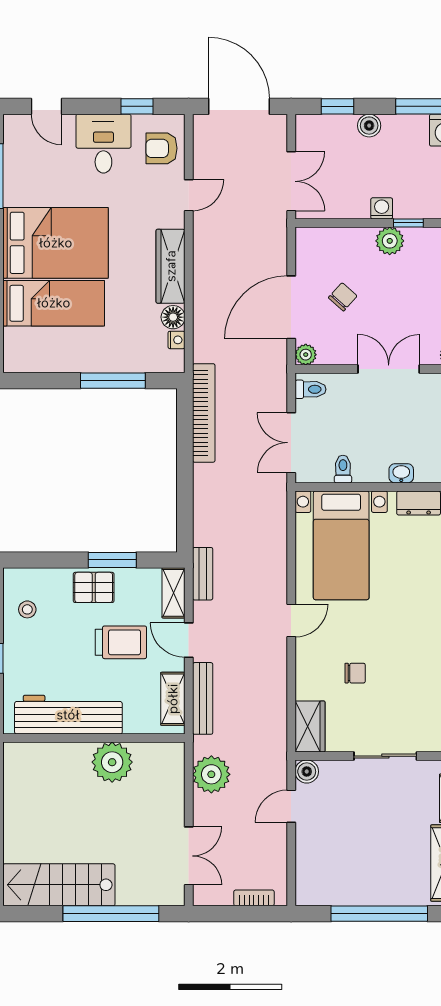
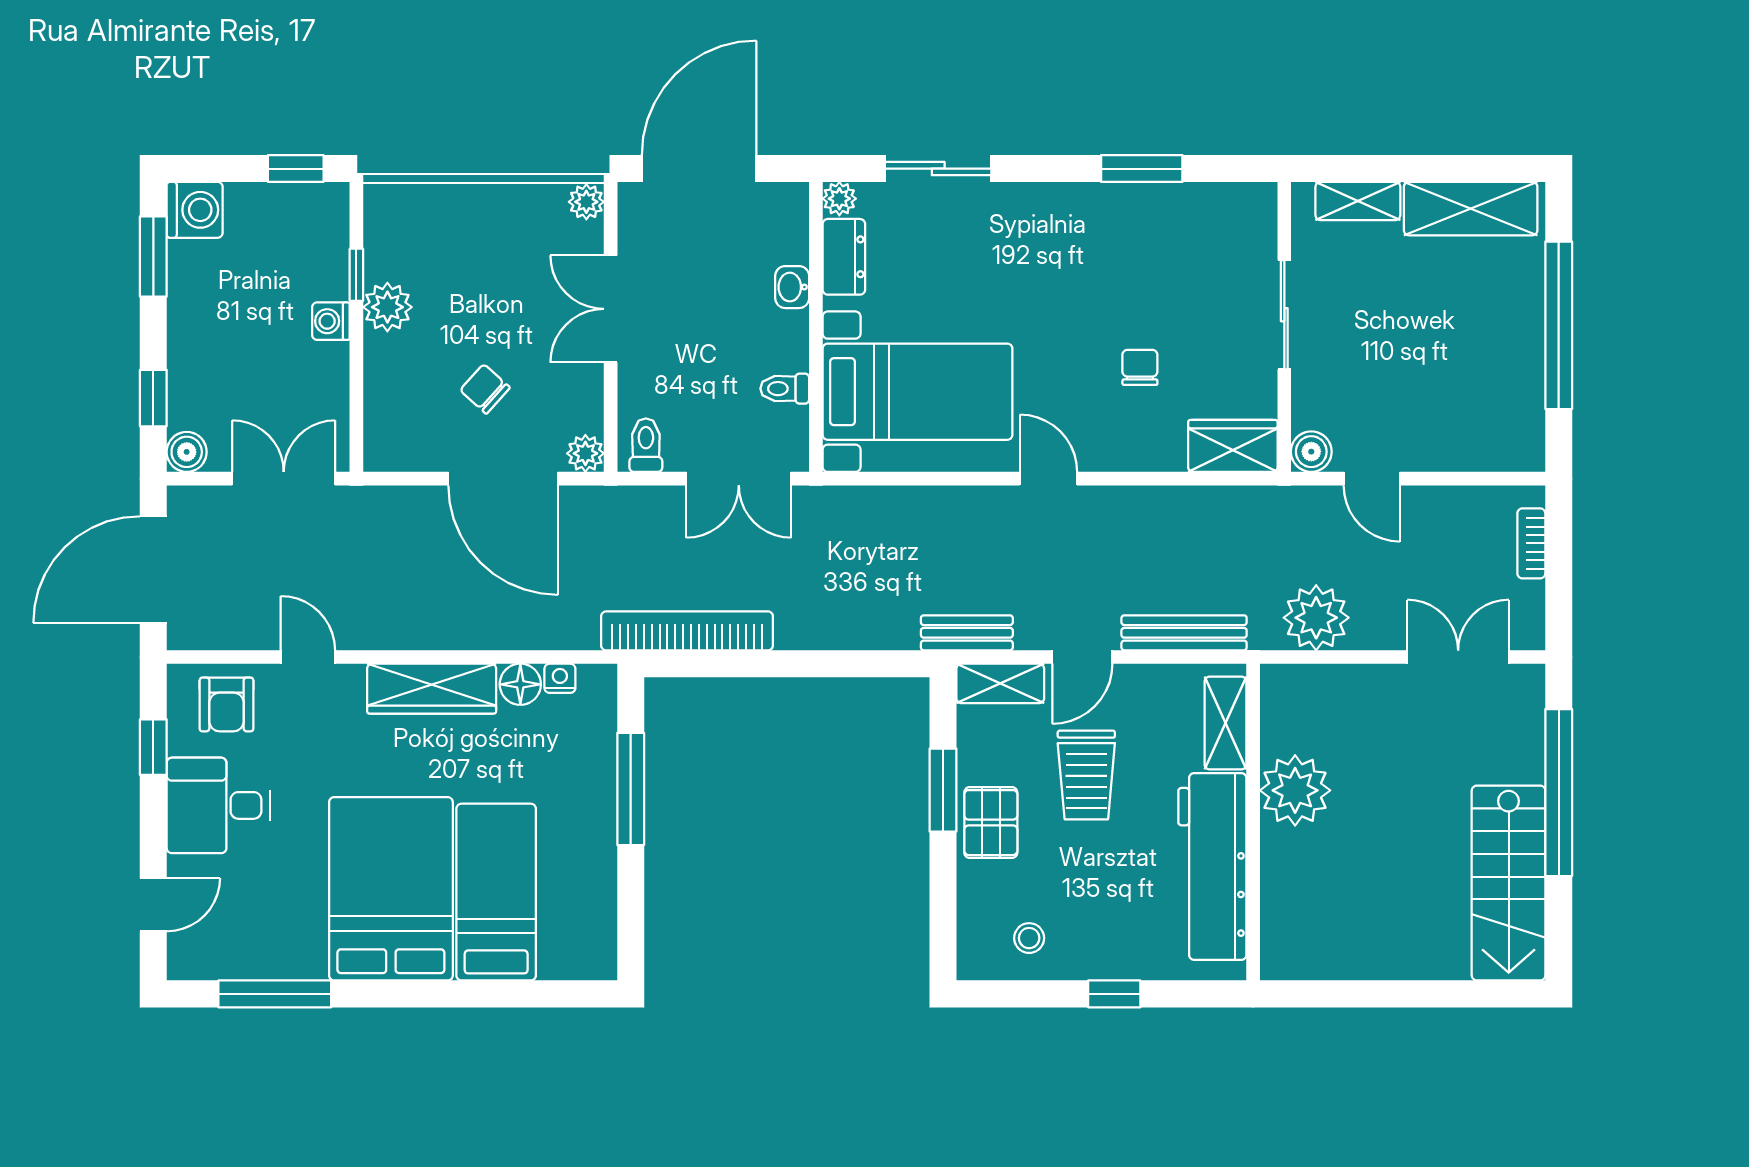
boiler: (369, 126) -> (187, 452), moved
trolley: (121, 642) -> (1086, 775), turned 180
shelving: (173, 699) -> (1225, 723), moved, turned 90

